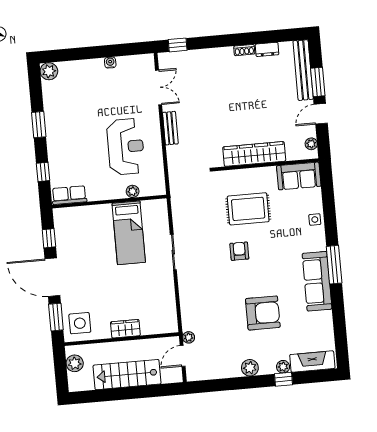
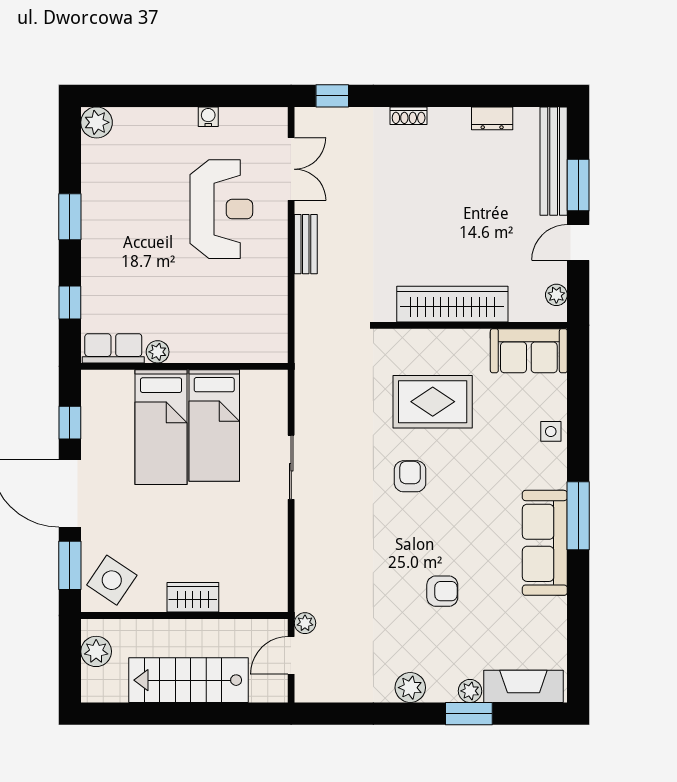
shoe rack: (244, 50) -> (409, 116), moved
reception desk: (126, 147) -> (221, 209), moved
plant: (133, 191) -> (158, 352), moved
bed: (99, 236) -> (161, 427), added
armchair: (263, 313) -> (442, 591), width x0.53, depth x0.53
side table: (80, 323) -> (112, 580), turned 34
window: (284, 379) -> (469, 714), width x1.50

